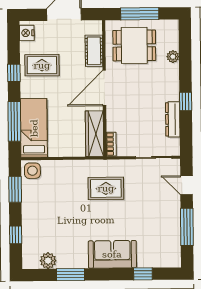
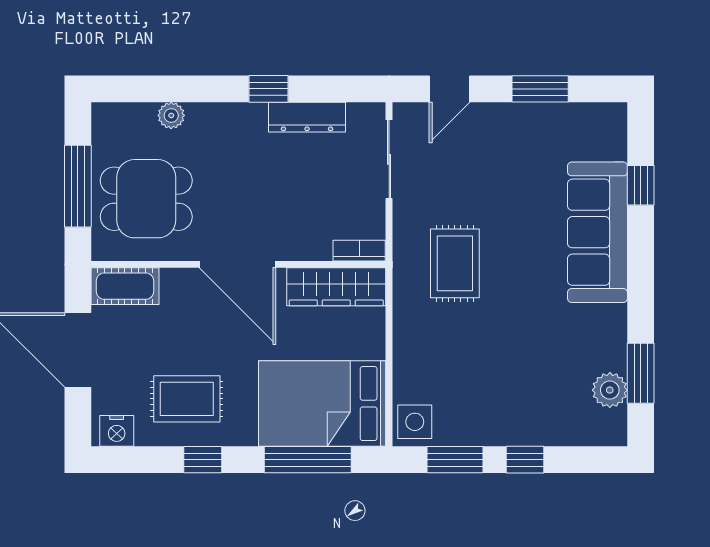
dining table: (134, 45) -> (146, 199), turned 90
cot: (94, 51) -> (125, 286), moved
rug: (42, 65) -> (187, 399), turned 90
bed: (34, 128) -> (322, 404), width x1.50
window: (187, 227) -> (540, 89), width x0.69
window: (16, 235) -> (525, 460), moved
sofa: (112, 254) -> (598, 232), width x1.36
window: (71, 275) -> (641, 373), moved

